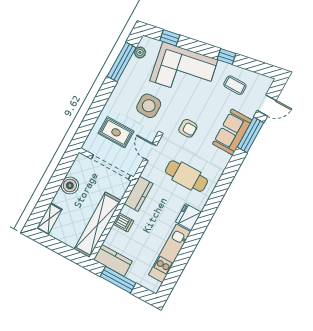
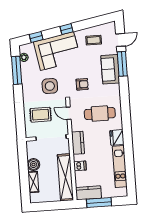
window: (227, 57) -> (66, 29), moved
shelving: (49, 219) -> (33, 182), moved

